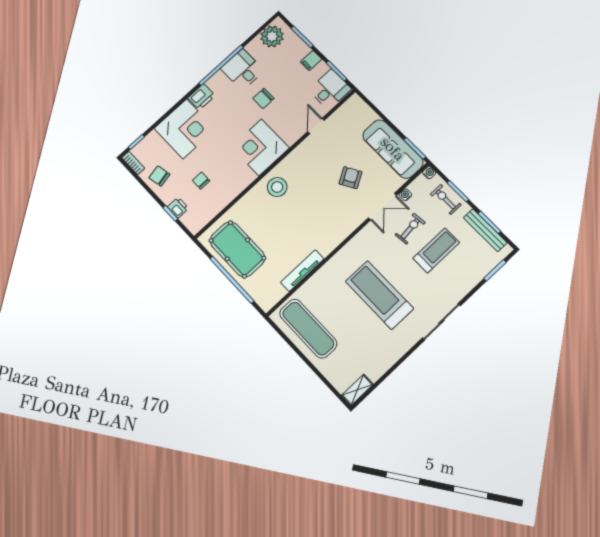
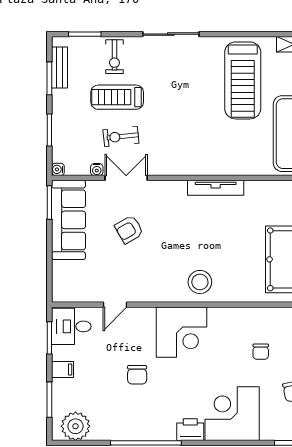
desk: (242, 70) -> (131, 420), removed
chair: (263, 98) -> (137, 375), turned 90
exercise bike: (446, 199) -> (114, 57), moved
bench: (485, 230) -> (59, 68), width x0.73
tv unit: (302, 271) -> (216, 188), moved
treadmill: (379, 295) -> (243, 80), moved

